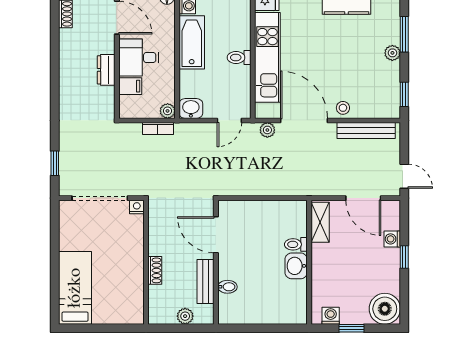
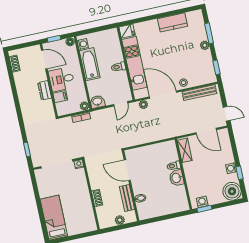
washing machine: (392, 239) -> (231, 168), moved
window: (404, 257) -> (240, 173), moved
window: (351, 328) -> (204, 209), moved

